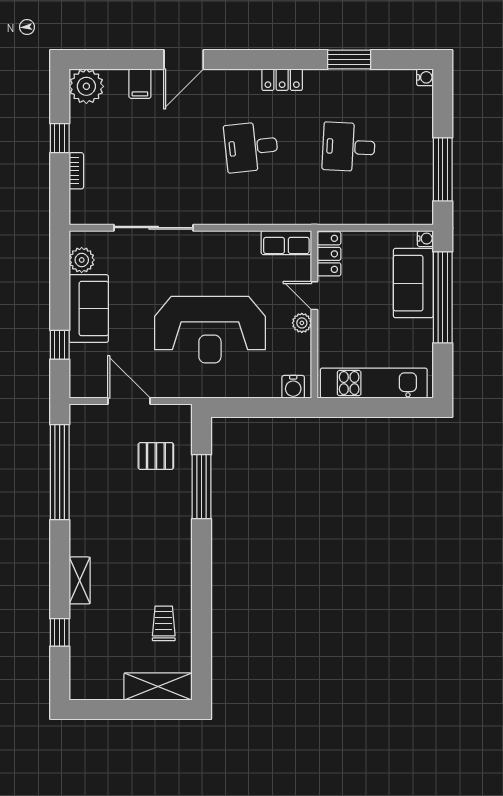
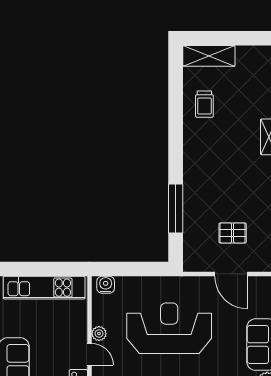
pallet: (156, 456) -> (233, 233), moved

